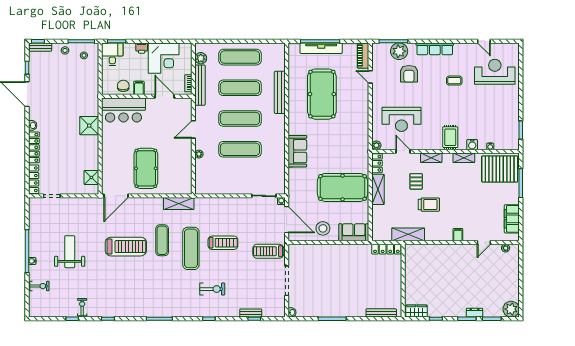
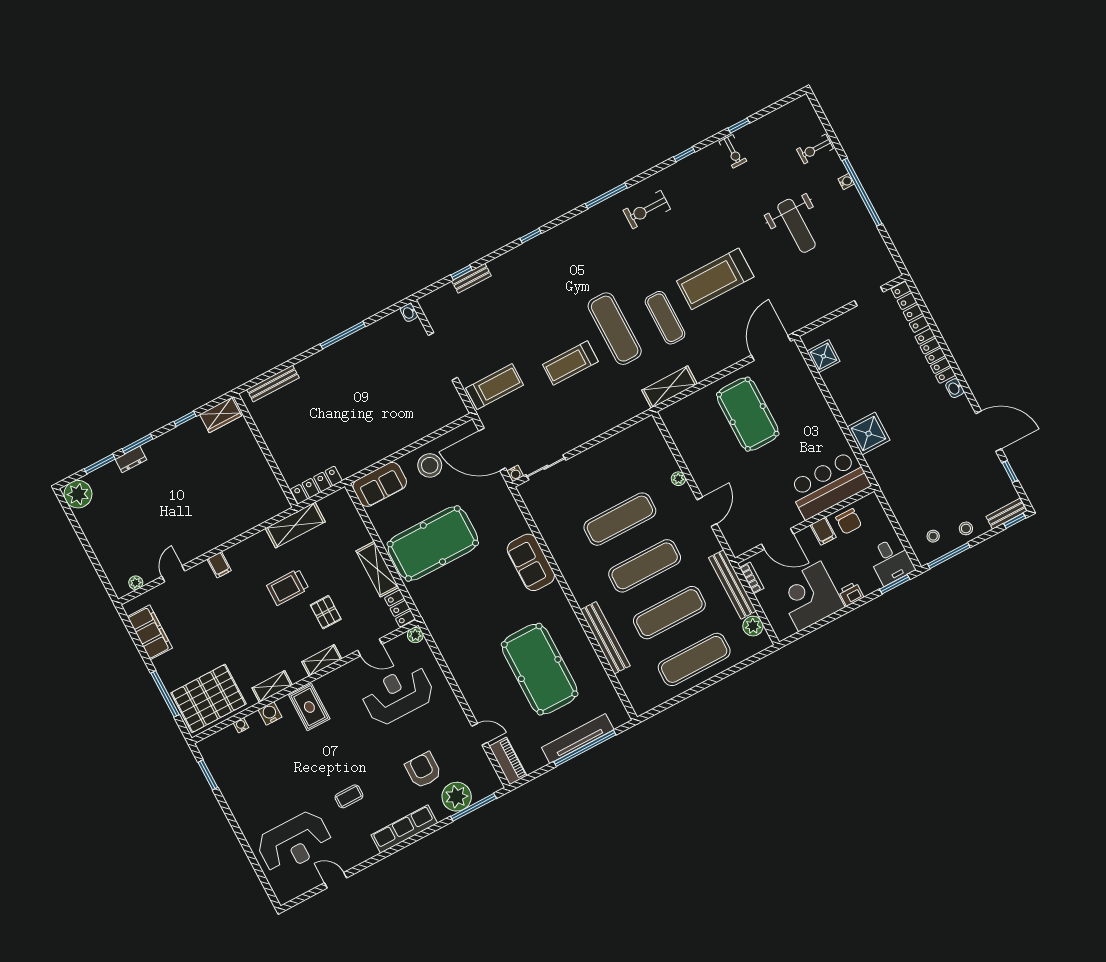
exercise bike: (212, 289) -> (647, 210), moved

